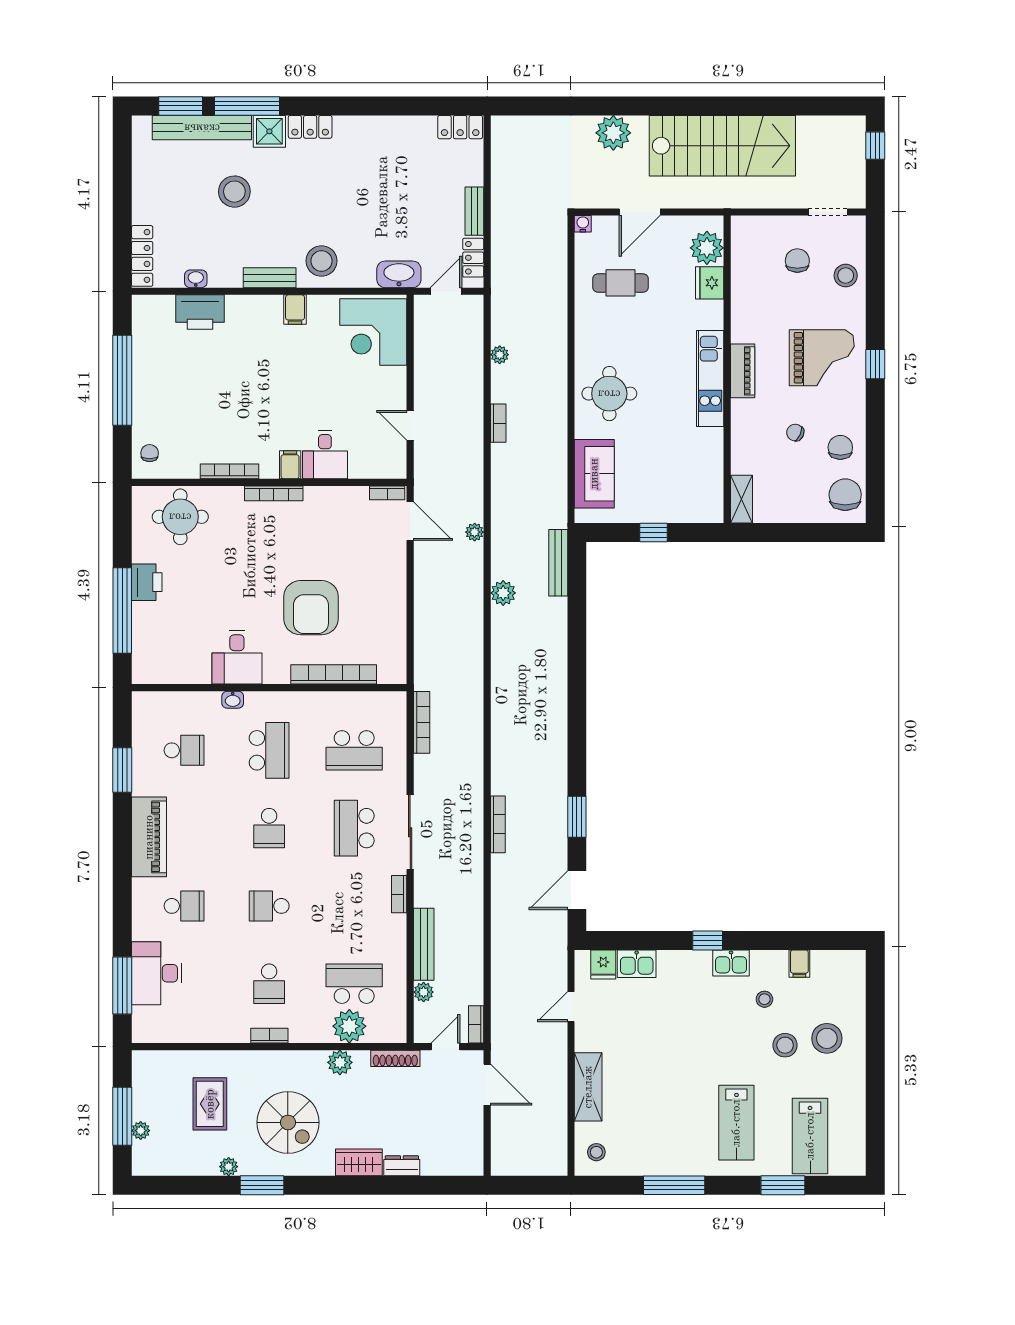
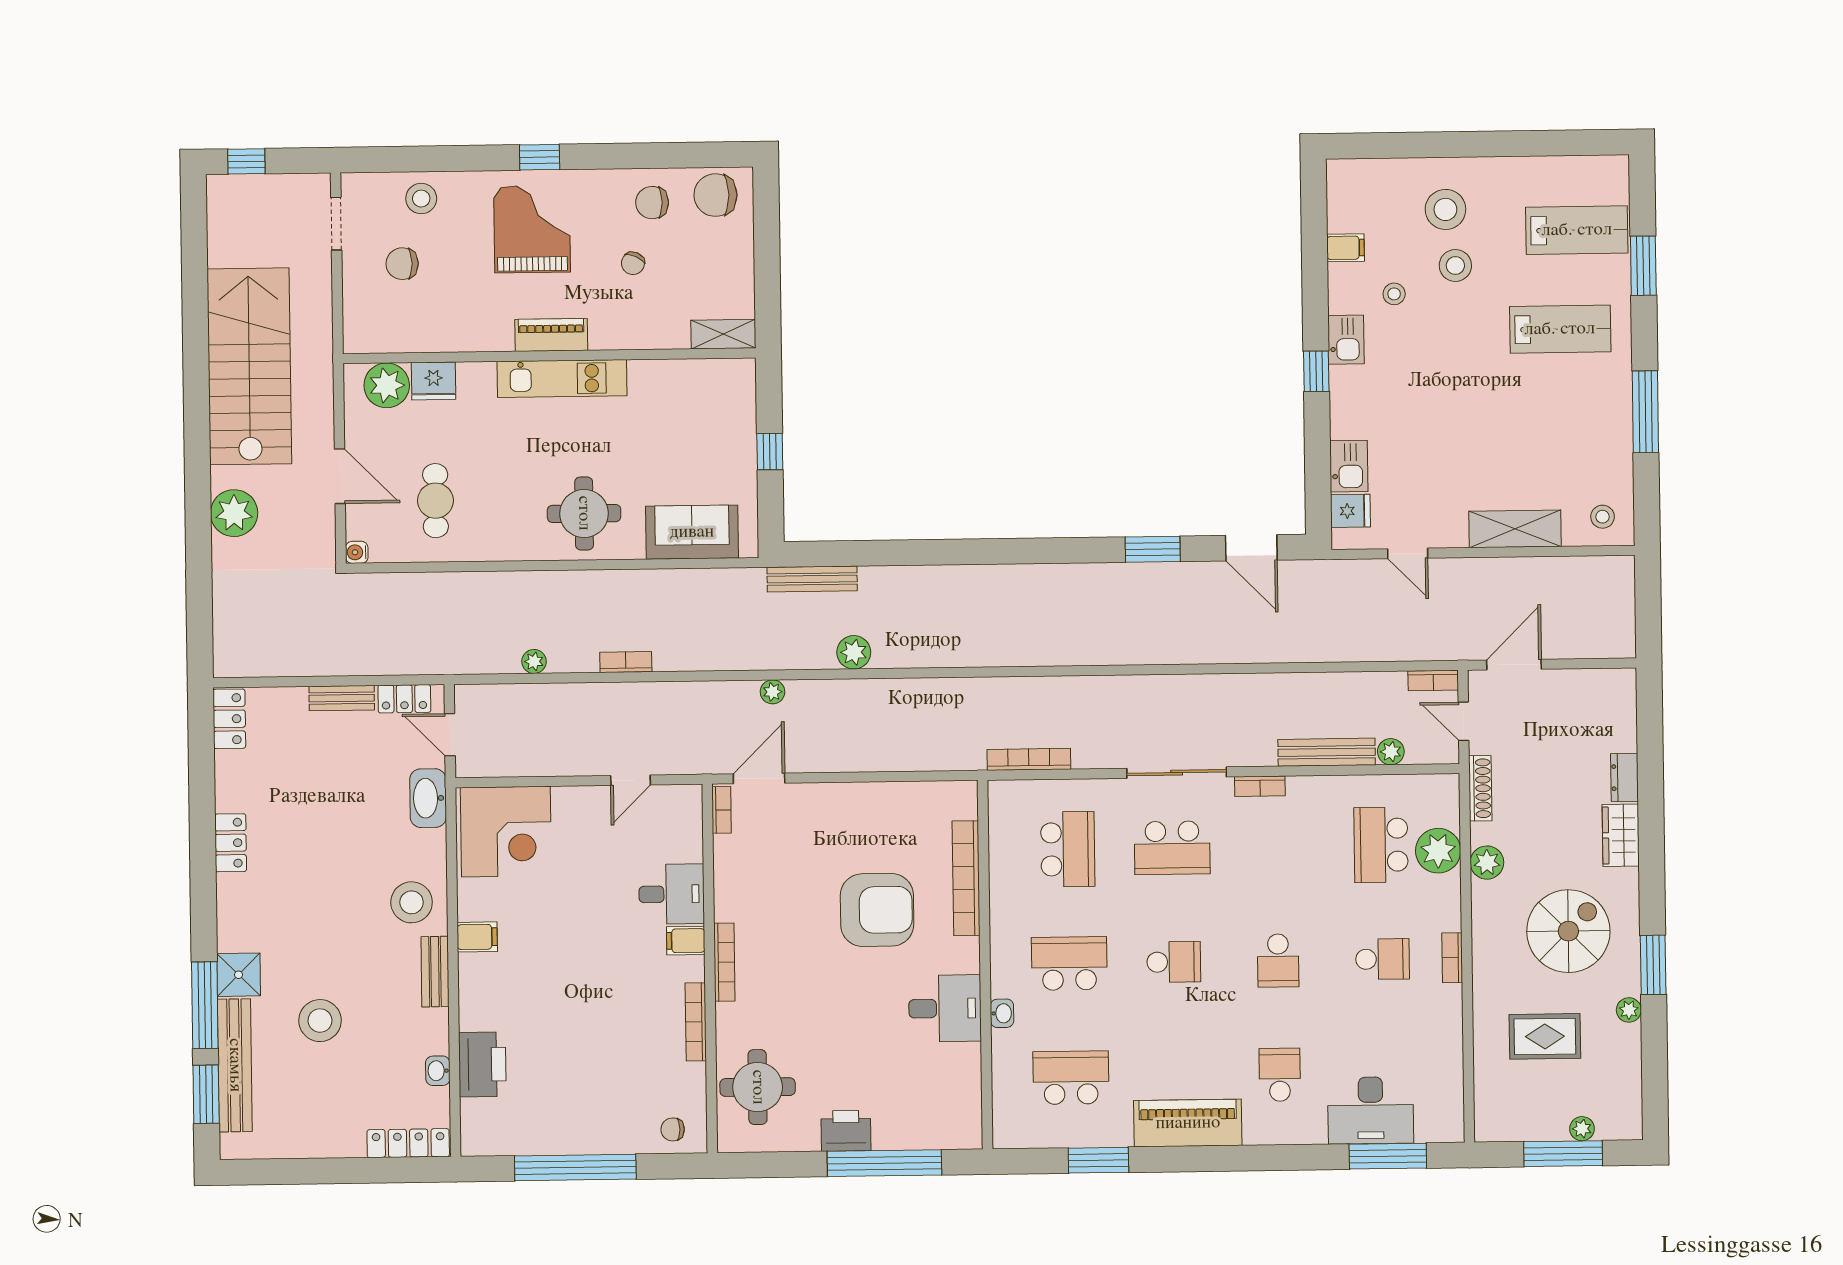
locker: (310, 127) -> (231, 843), moved
school desk: (184, 750) -> (1071, 1078), width x1.85
bookcase: (498, 824) -> (1164, 655), removed

